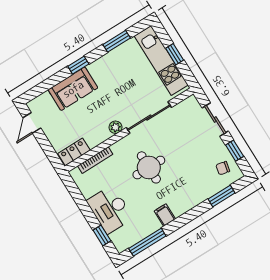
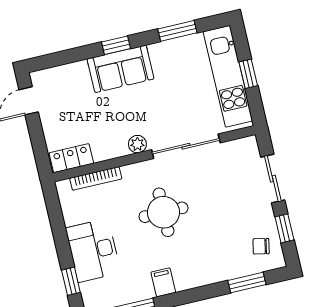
sofa: (73, 89) -> (121, 69), moved

